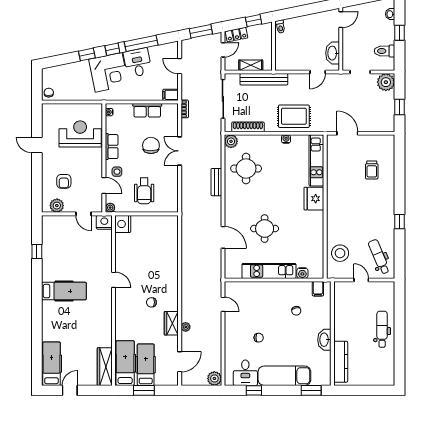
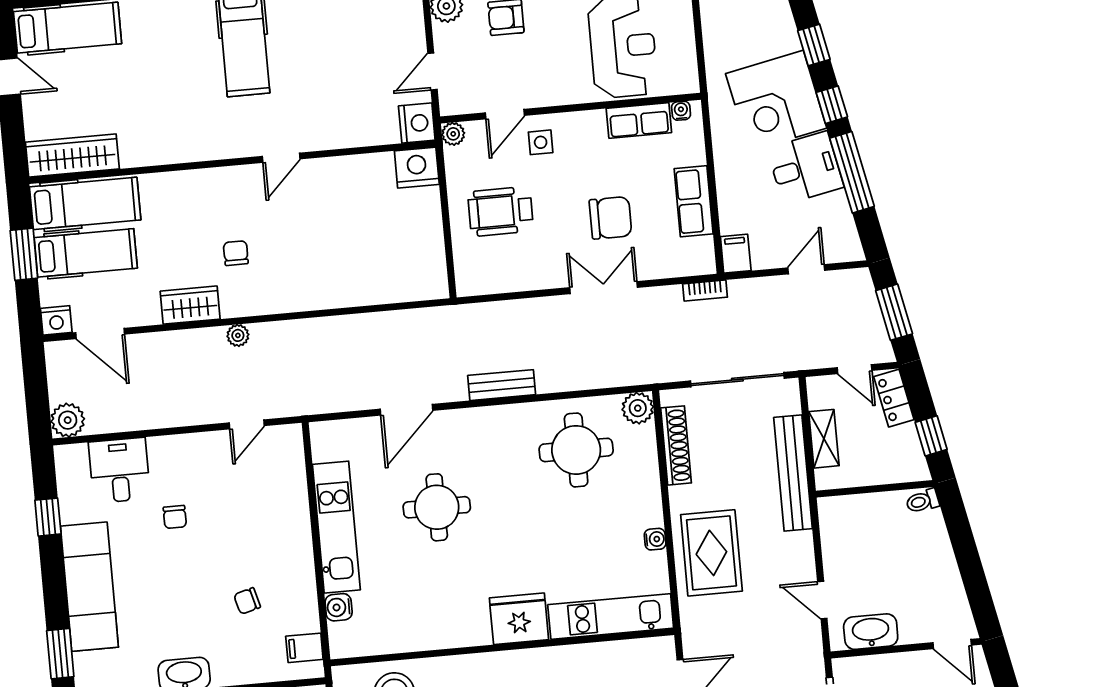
row of seats: (112, 147) -> (639, 120), moved
bench: (216, 182) -> (502, 385), moved
plant: (186, 327) -> (238, 335), moved
desk: (245, 373) -> (119, 470), moved, turned 90
nightstand: (173, 379) -> (56, 320), added

